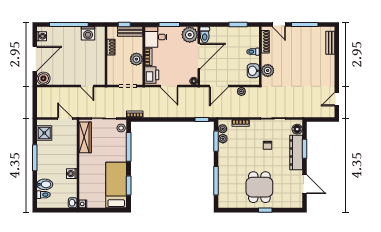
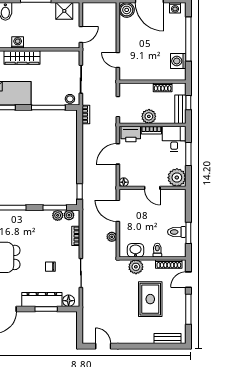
toilet: (205, 35) -> (177, 232), moved
door: (199, 56) -> (152, 188), width x0.53
rug: (296, 58) -> (150, 299), added
door: (87, 86) -> (118, 60), hinge flipped
wardrobe: (85, 137) -> (22, 58), moved

